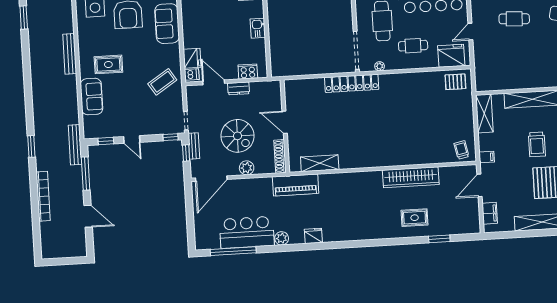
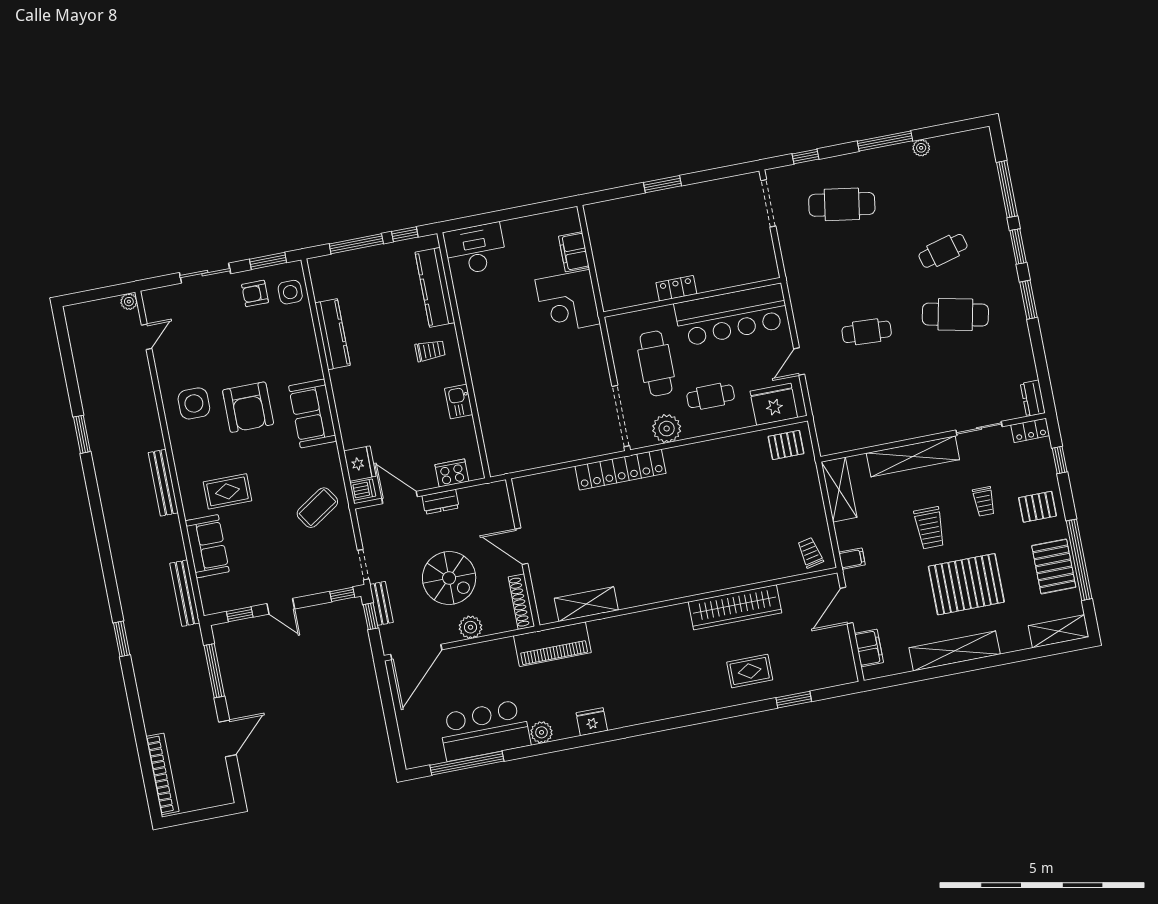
plant: (380, 66) -> (667, 429), width x1.88, depth x1.88
bench: (75, 145) -> (185, 593), moved
bookcase: (43, 196) -> (162, 774), moved
door: (88, 216) -> (227, 738), hinge flipped

